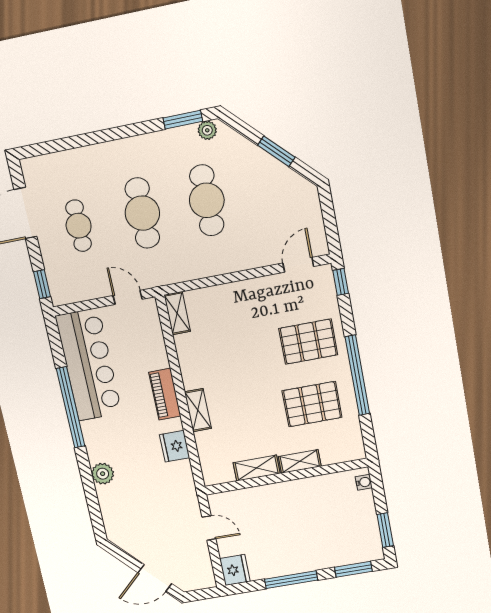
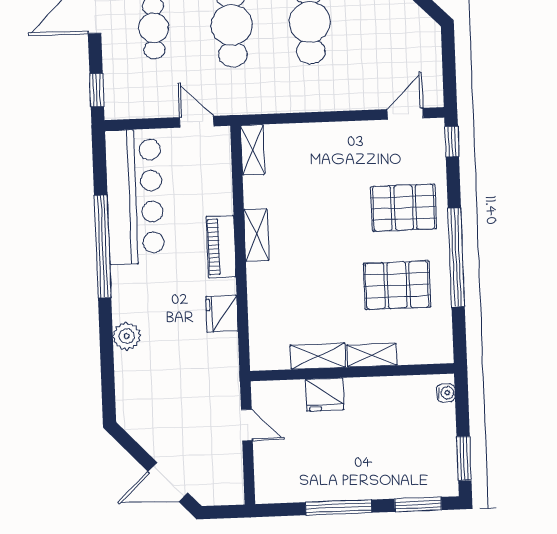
shelving: (198, 410) -> (256, 235), moved
fridge: (235, 570) -> (325, 395), moved, turned 90

